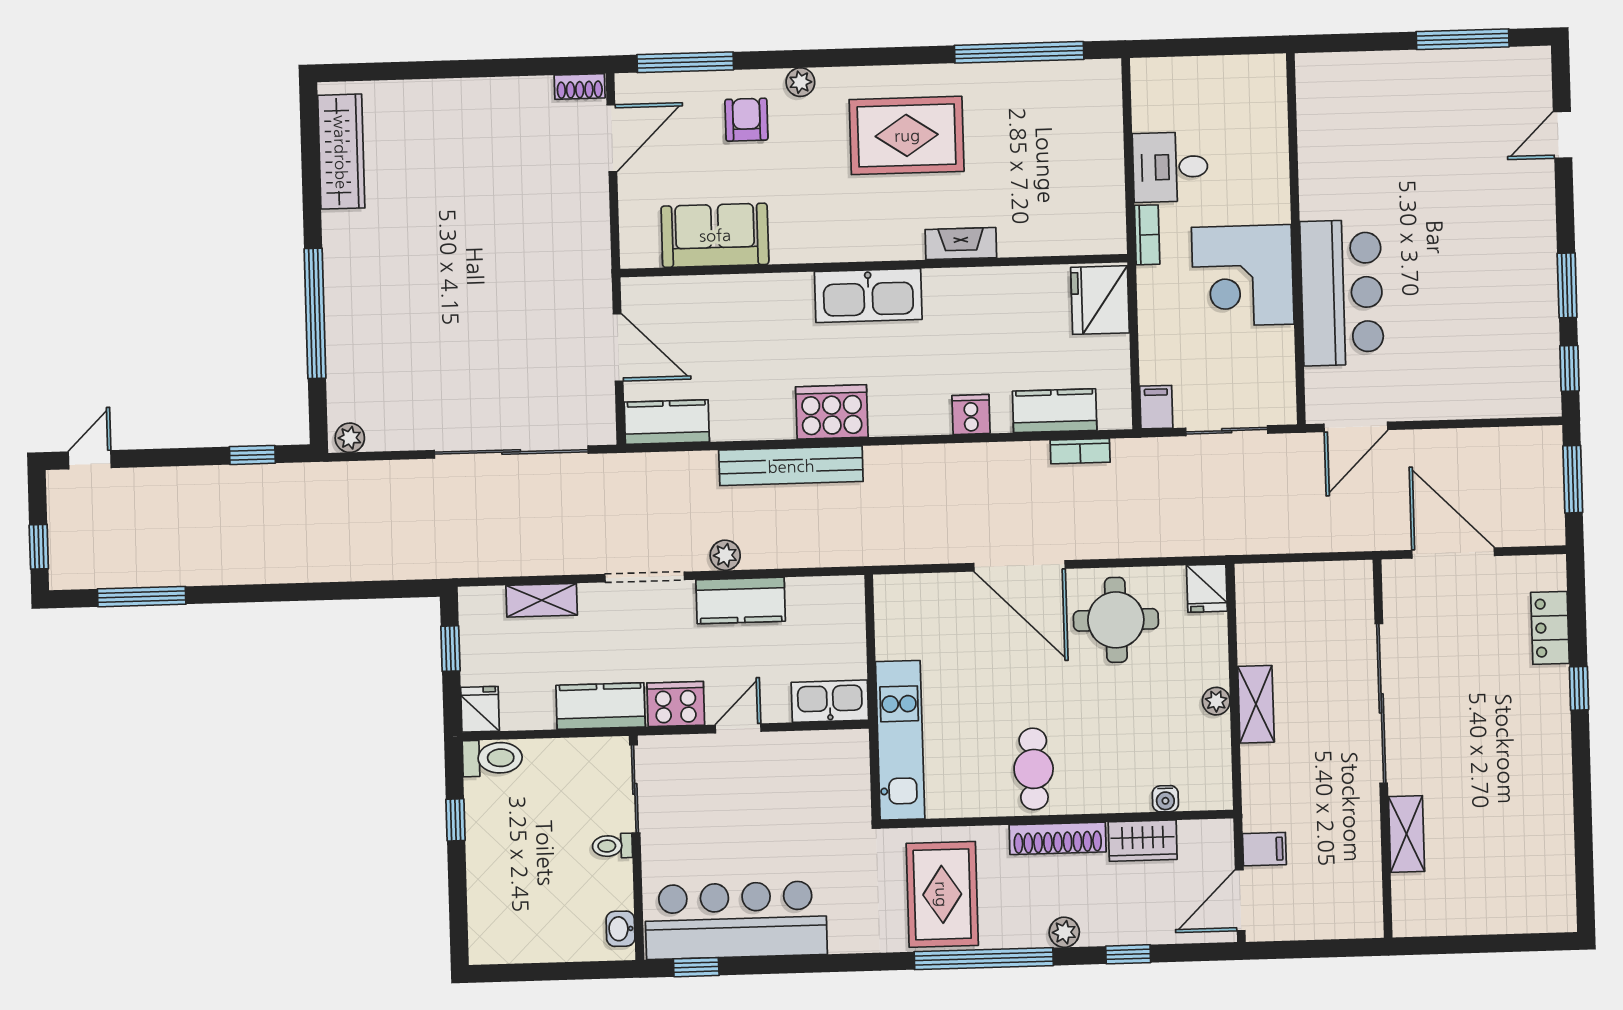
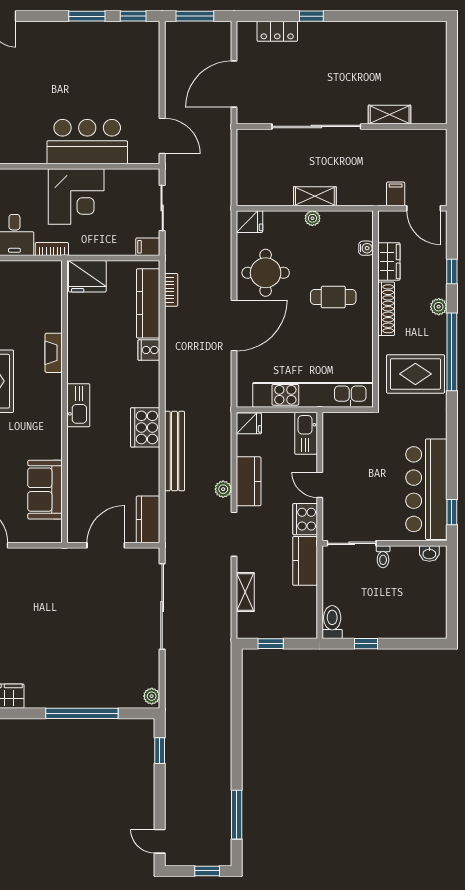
kitchen sink: (868, 296) -> (78, 405), width x0.73, depth x0.81
kitchen counter: (1055, 411) -> (148, 303), width x1.50
fridge: (480, 709) -> (249, 423), moved, turned 180
kitchen unit: (900, 740) -> (313, 395), width x1.36
cafe table: (1034, 769) -> (333, 297), moved

